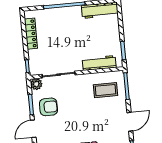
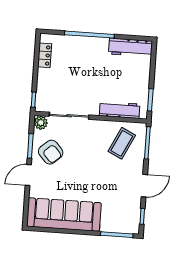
locker: (31, 34) -> (45, 55), width x0.66
coffee table: (105, 90) -> (122, 143), turned -64
armchair: (48, 107) -> (51, 152), turned 48

